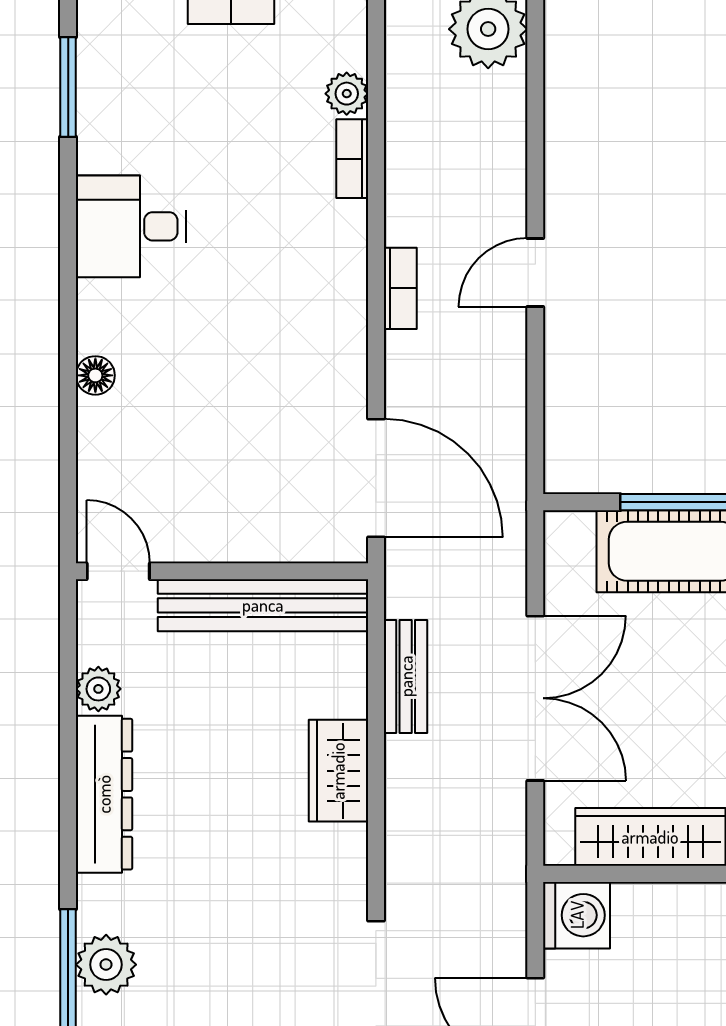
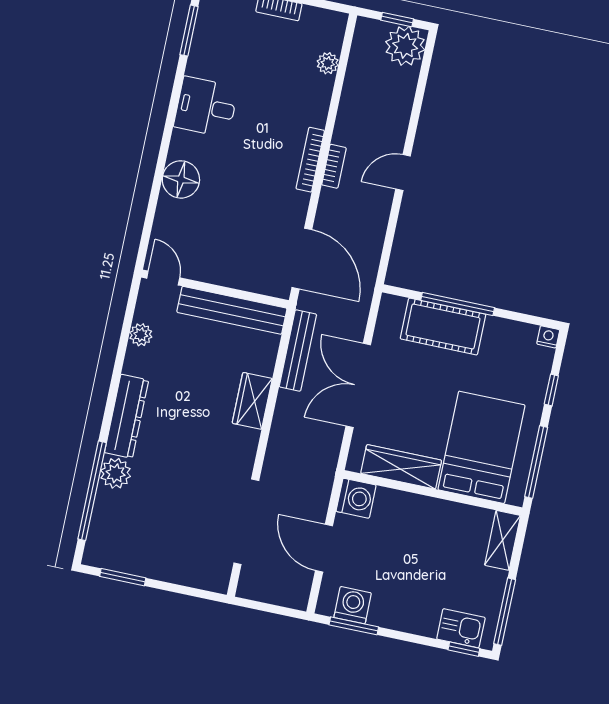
bookcase: (352, 159) -> (310, 160), moved, width x1.56
floor lamp: (95, 375) -> (181, 179), width x1.89, depth x1.89
bench: (406, 676) -> (298, 351), width x1.36
double door: (535, 698) -> (358, 385), swing flipped
dresser: (104, 794) -> (127, 416), moved

